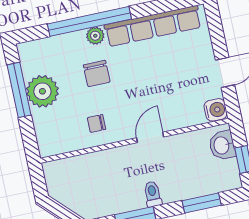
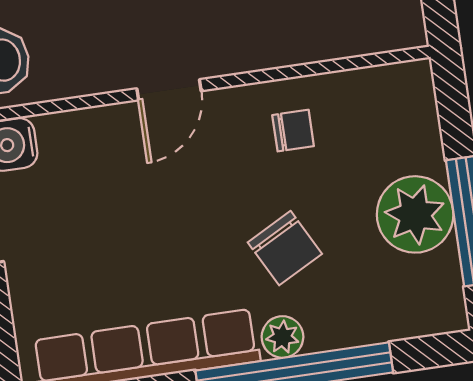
chair: (97, 73) -> (285, 248), turned 152

